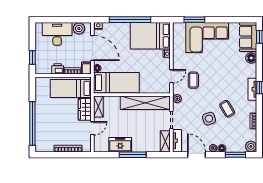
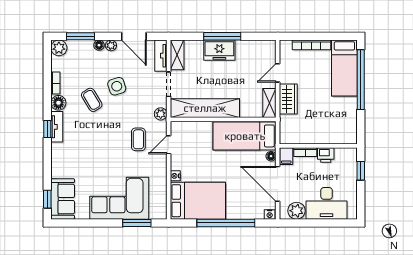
floor lamp: (251, 58) -> (58, 103), moved
bed: (71, 88) -> (344, 68), moved, turned 90
freezer: (120, 145) -> (219, 50), moved

